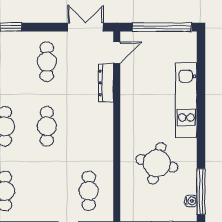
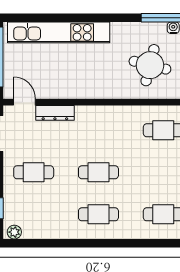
kitchen unit: (186, 100) -> (59, 32), width x1.36
round table: (157, 163) -> (150, 65), moved

